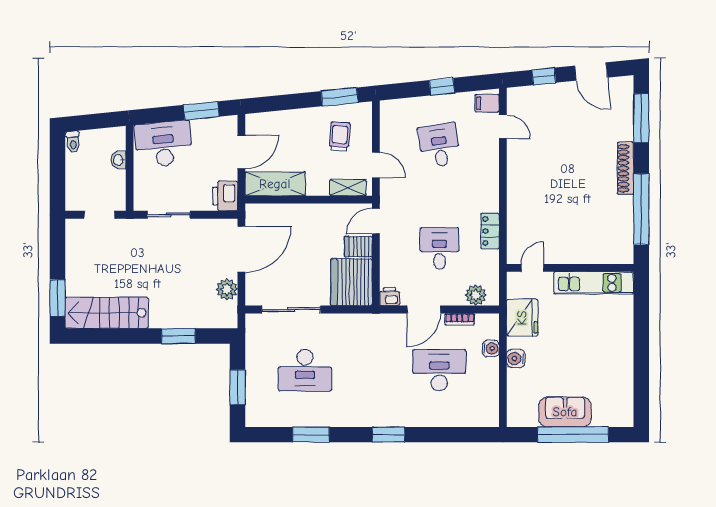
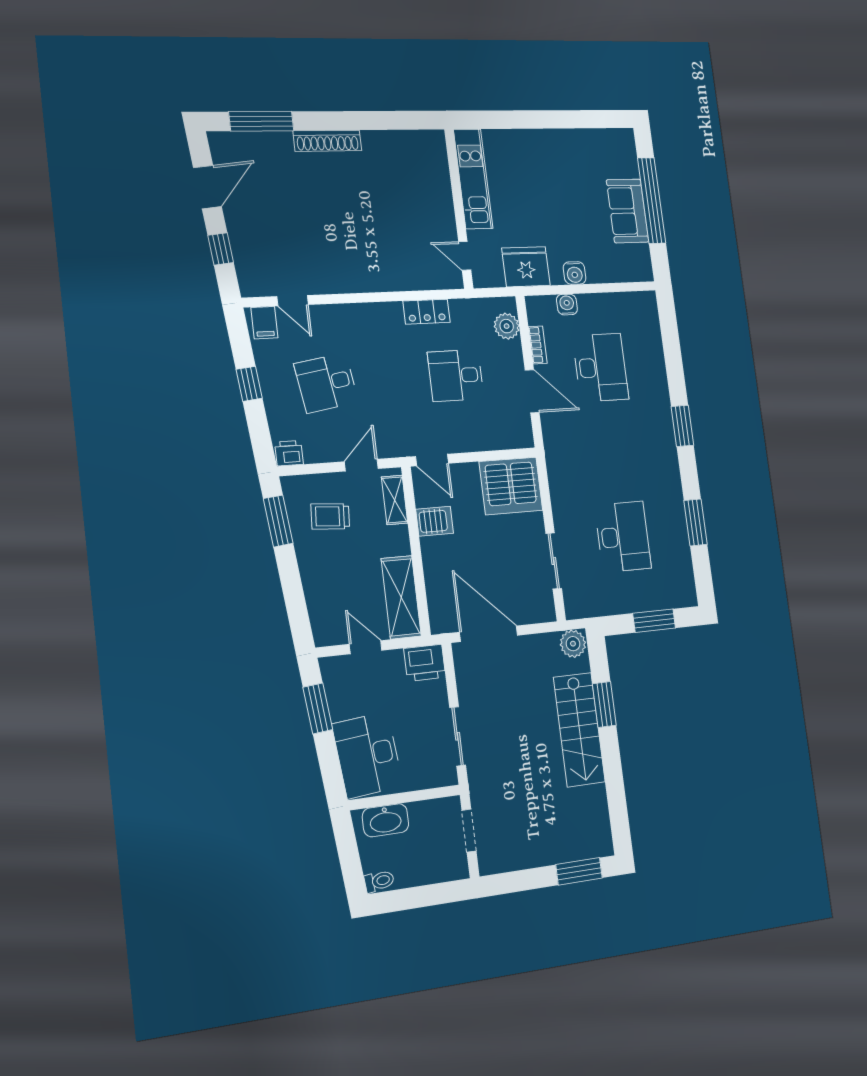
door: (503, 127) -> (293, 301), swing flipped
door: (241, 152) -> (366, 647), width x0.73
washbasin: (119, 160) -> (385, 820), width x1.91, depth x1.45
window: (641, 209) -> (376, 120), removed
server rack: (358, 247) -> (435, 521), moved, turned -90
plant: (227, 289) -> (573, 644), moved
printer: (390, 297) -> (289, 453), moved, turned 90
sliding door: (291, 310) -> (554, 561), width x0.73
stairs: (107, 313) -> (579, 730), moved
desk: (439, 370) -> (601, 367), turned 180

